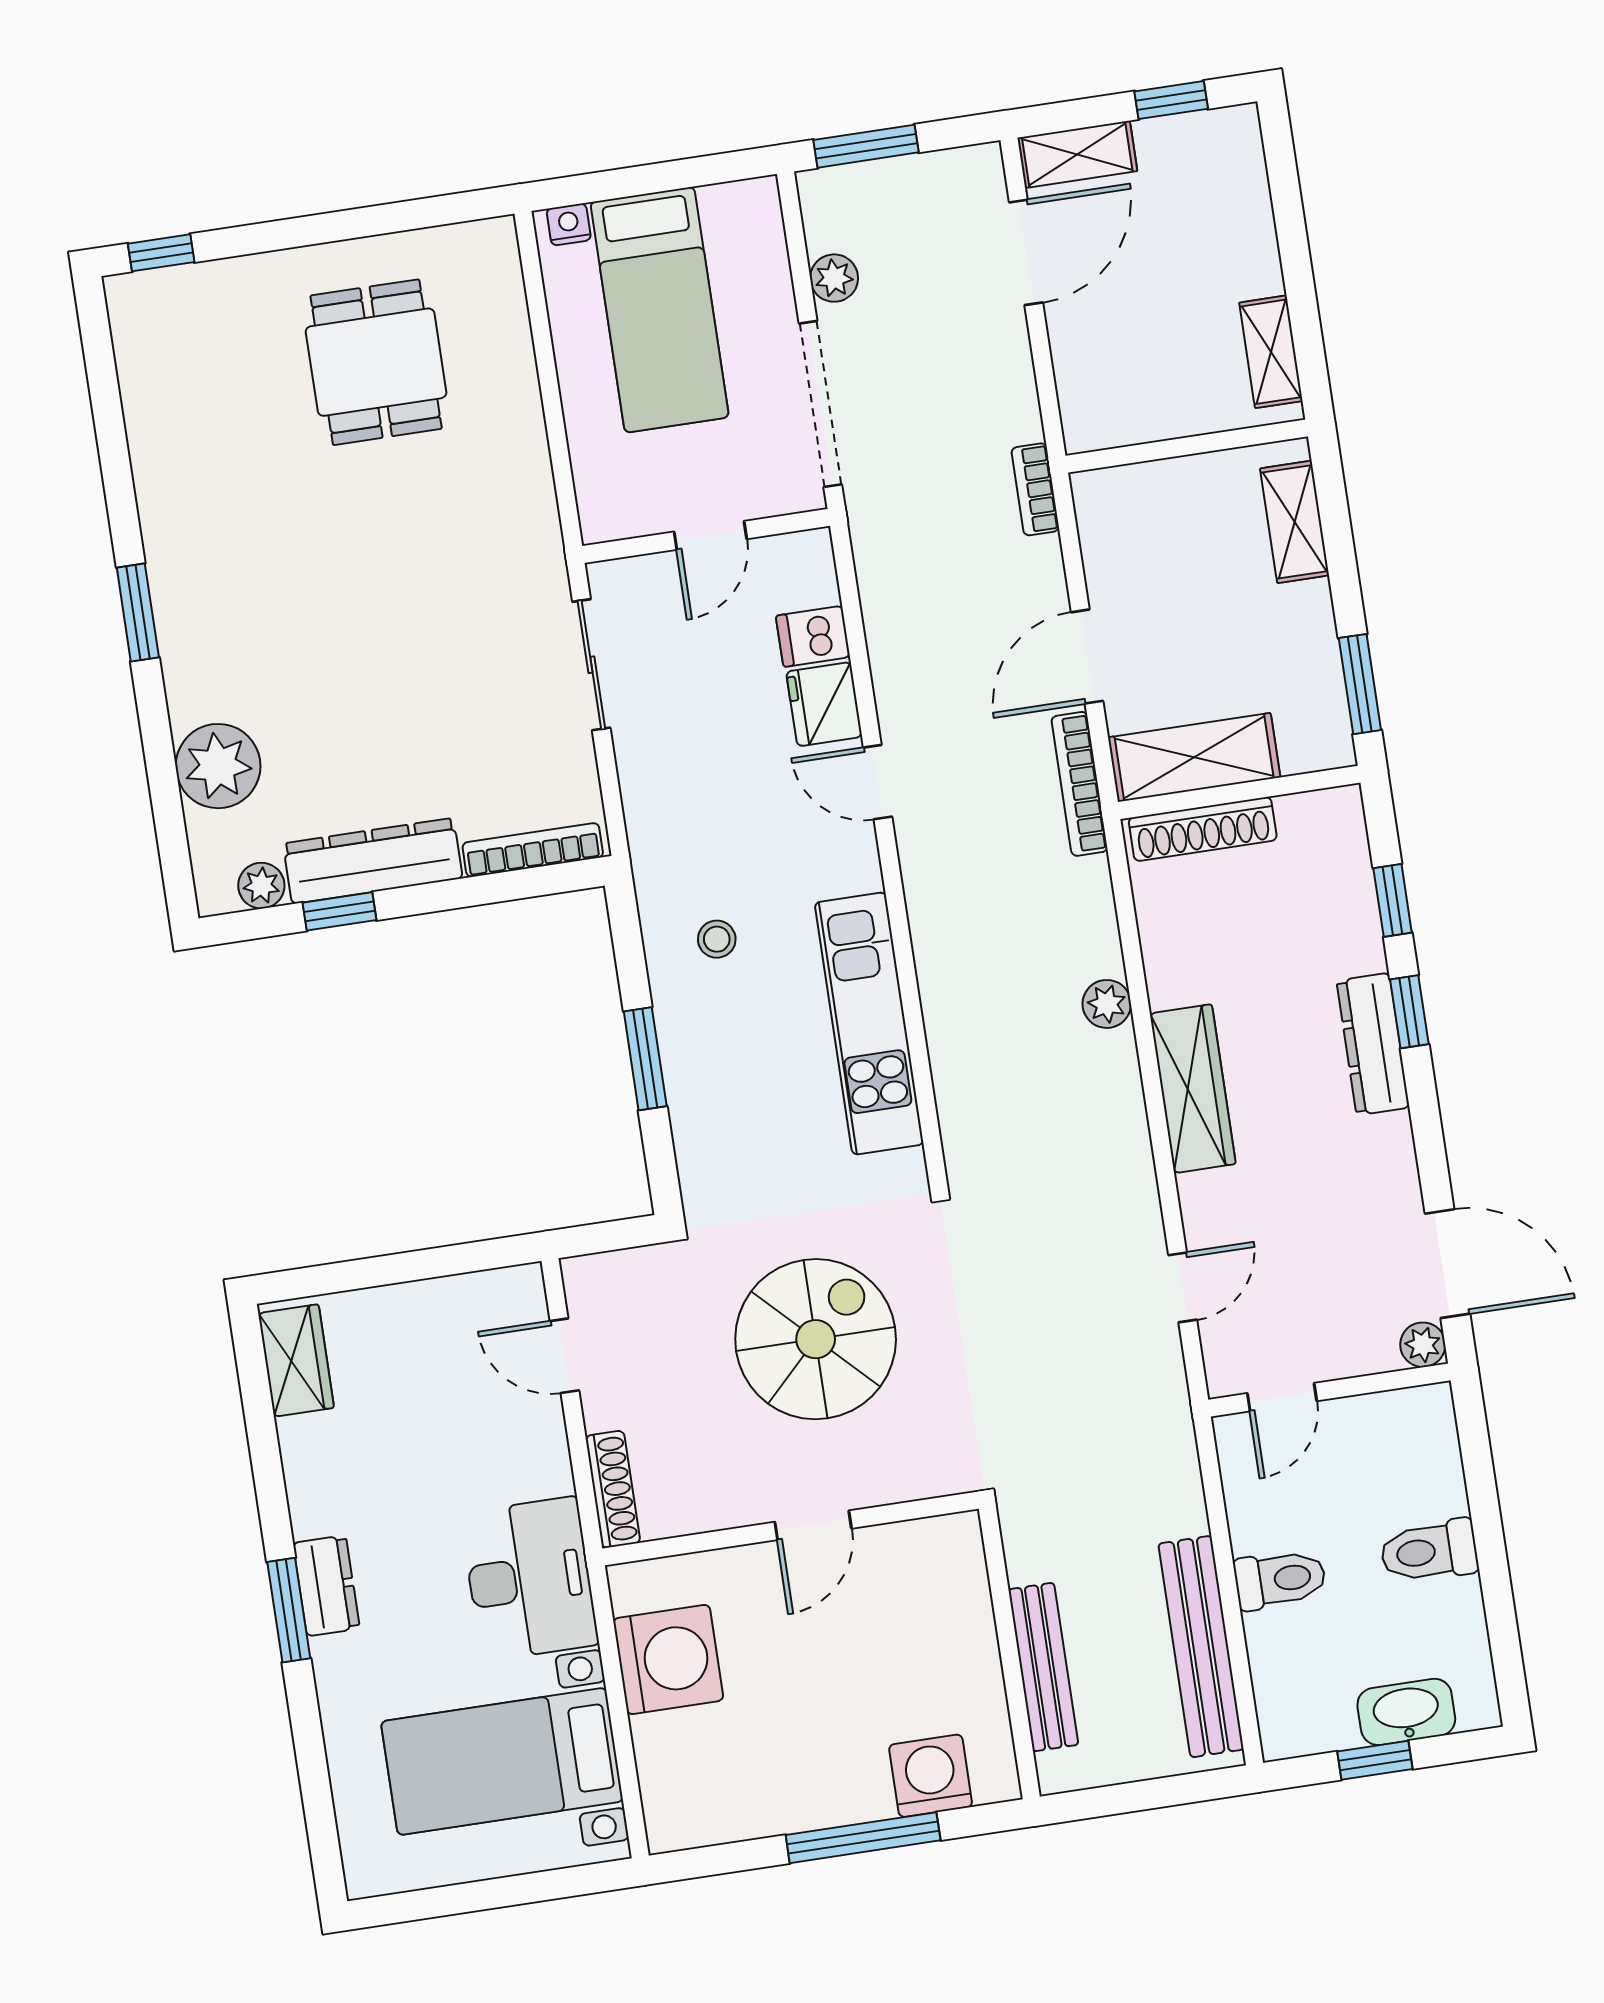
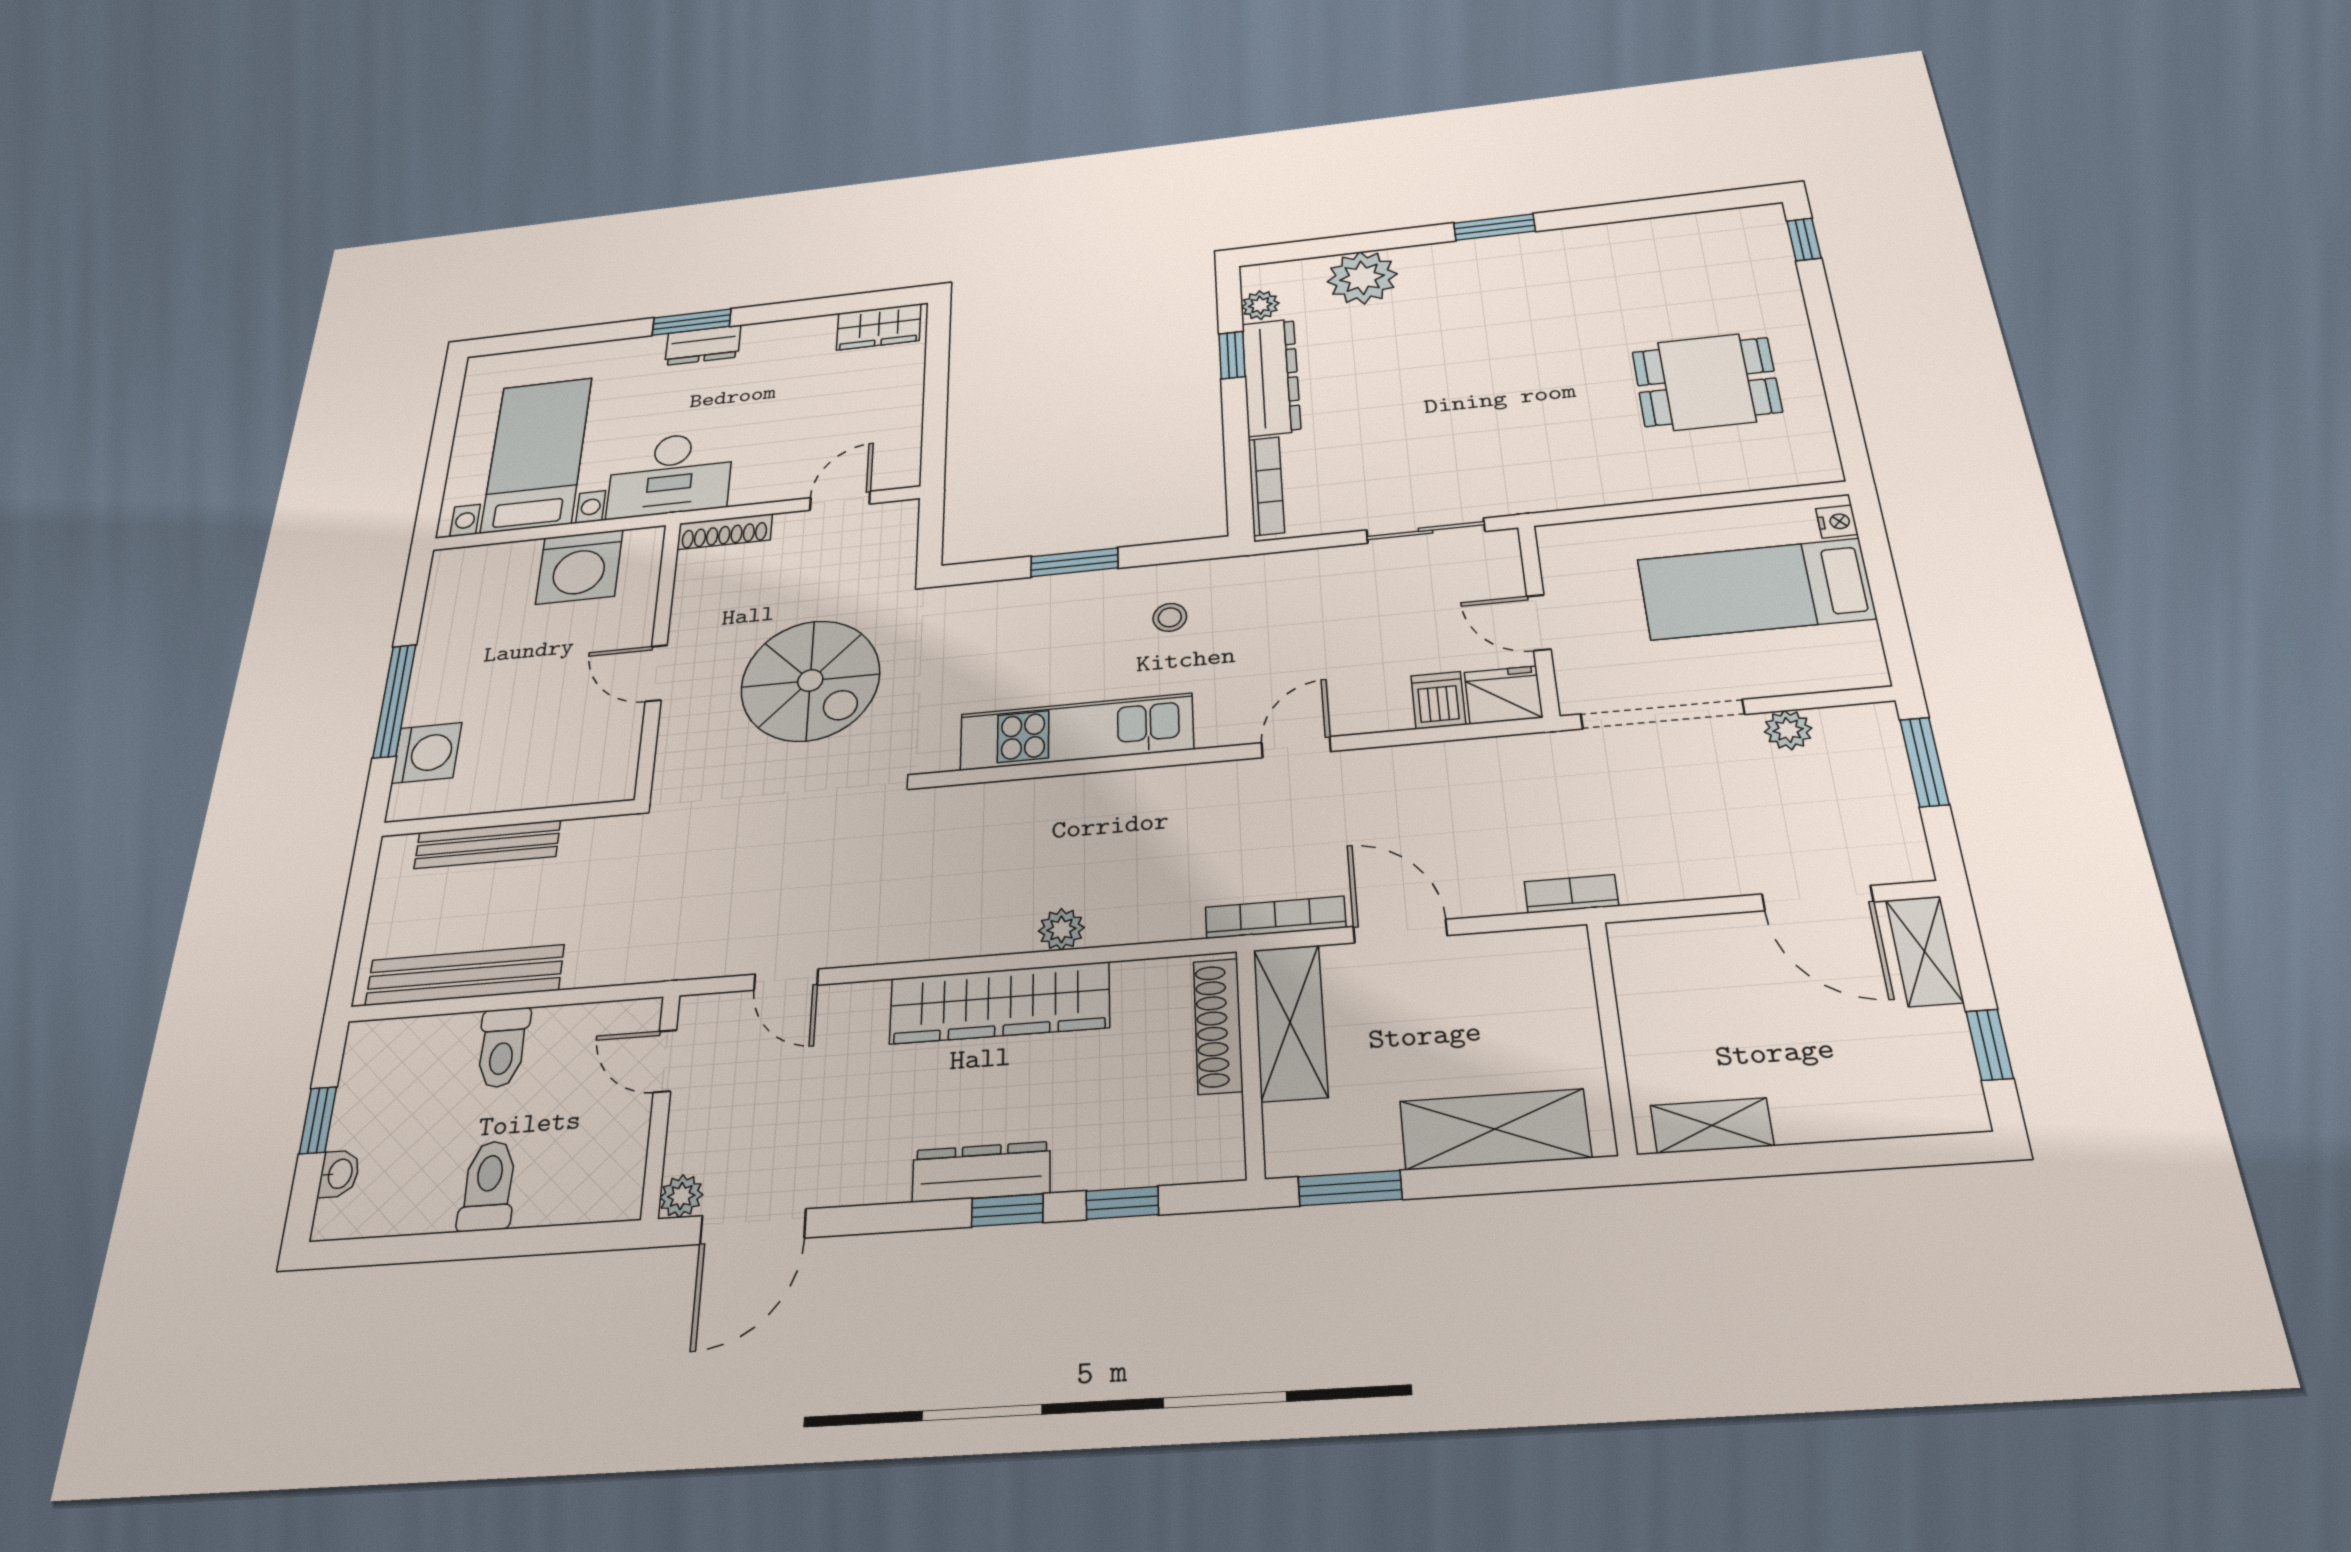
shelving: (1295, 522) -> (1495, 1129), width x1.50, depth x1.33
fridge: (824, 704) -> (1503, 695), moved
wardrobe: (1193, 1089) -> (999, 1003), width x1.40, depth x1.17
washbasin: (1406, 1712) -> (339, 1174), width x0.52, depth x0.69

